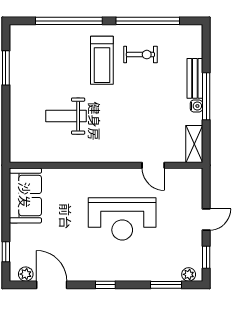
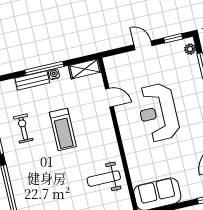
treadmill: (102, 60) -> (63, 129), moved, turned 90
weight bench: (66, 116) -> (104, 179), moved, turned 90
door: (153, 165) -> (109, 98), hinge flipped
reception desk: (122, 219) -> (158, 112), turned 180

